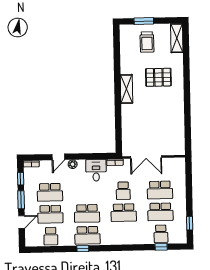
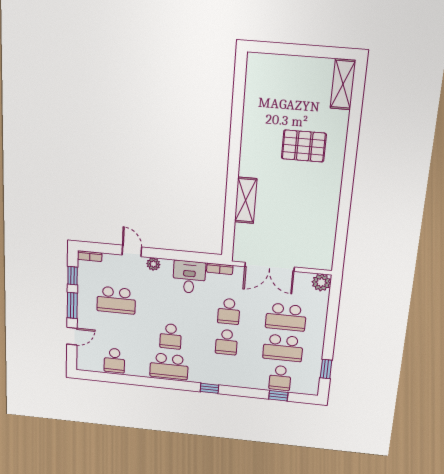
window: (144, 21) -> (290, 49), removed
trolley: (147, 42) -> (291, 86), removed
shelving: (126, 89) -> (246, 200), moved
door: (58, 157) -> (132, 251), swing flipped
plant: (179, 164) -> (321, 283), added
school desk: (87, 213) -> (171, 336), width x0.54
school desk: (124, 213) -> (227, 342), width x0.54
school desk: (50, 214) -> (115, 331), removed
window: (83, 249) -> (209, 388), moved

